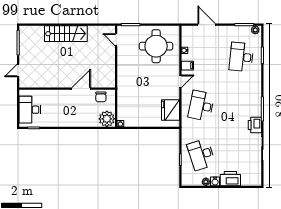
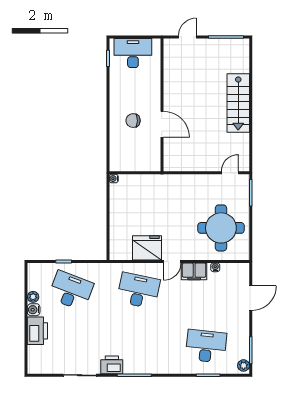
filing cabinet: (187, 66) -> (194, 271), width x2.00
door: (18, 70) -> (187, 37), hinge flipped
door: (180, 81) -> (172, 262), hinge flipped
chair: (101, 97) -> (133, 121), moved
fridge: (170, 110) -> (147, 248), moved
plant: (107, 119) -> (120, 160), removed
desk: (201, 155) -> (71, 291), turned 39

